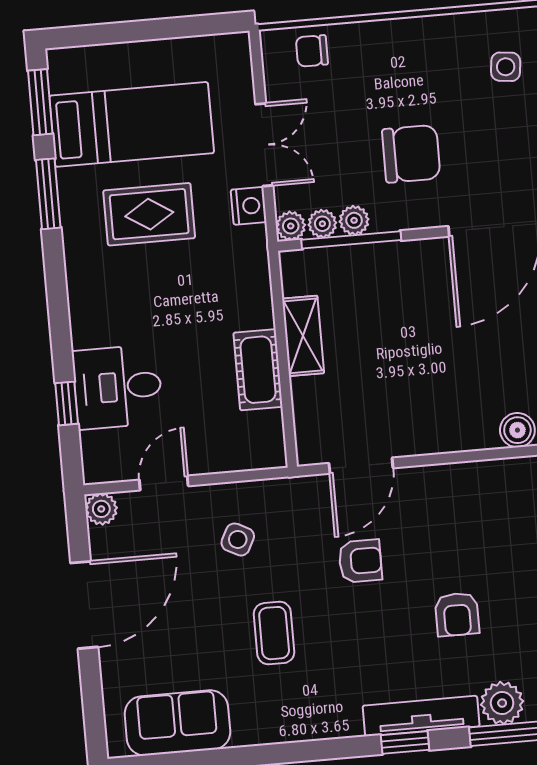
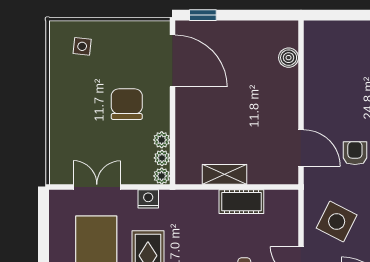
chair: (312, 51) -> (64, 155), removed
double door: (264, 145) -> (97, 187), moved
window: (351, 240) -> (173, 142), removed
side table: (238, 539) -> (337, 221), width x1.87, depth x1.87

